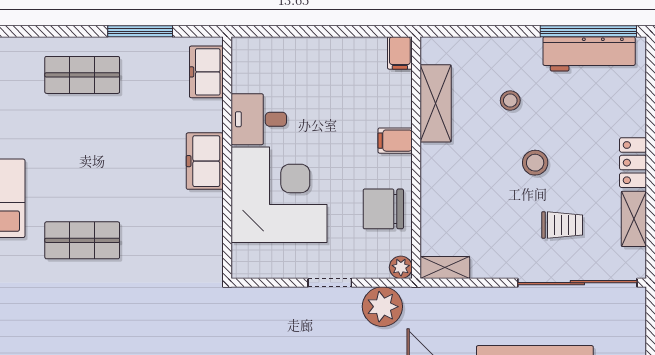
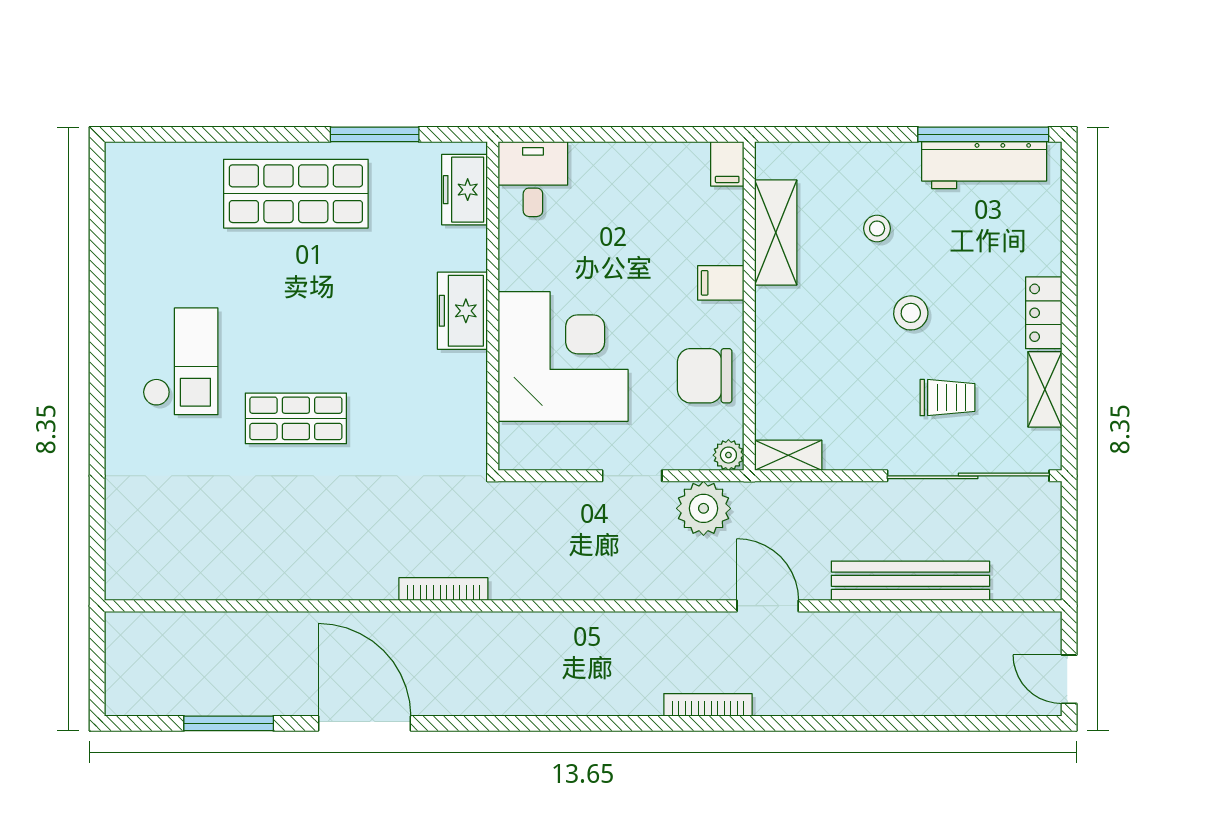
shop shelf: (82, 75) -> (296, 194), width x1.43, depth x1.36
desk: (259, 119) -> (533, 179), moved, turned 90

